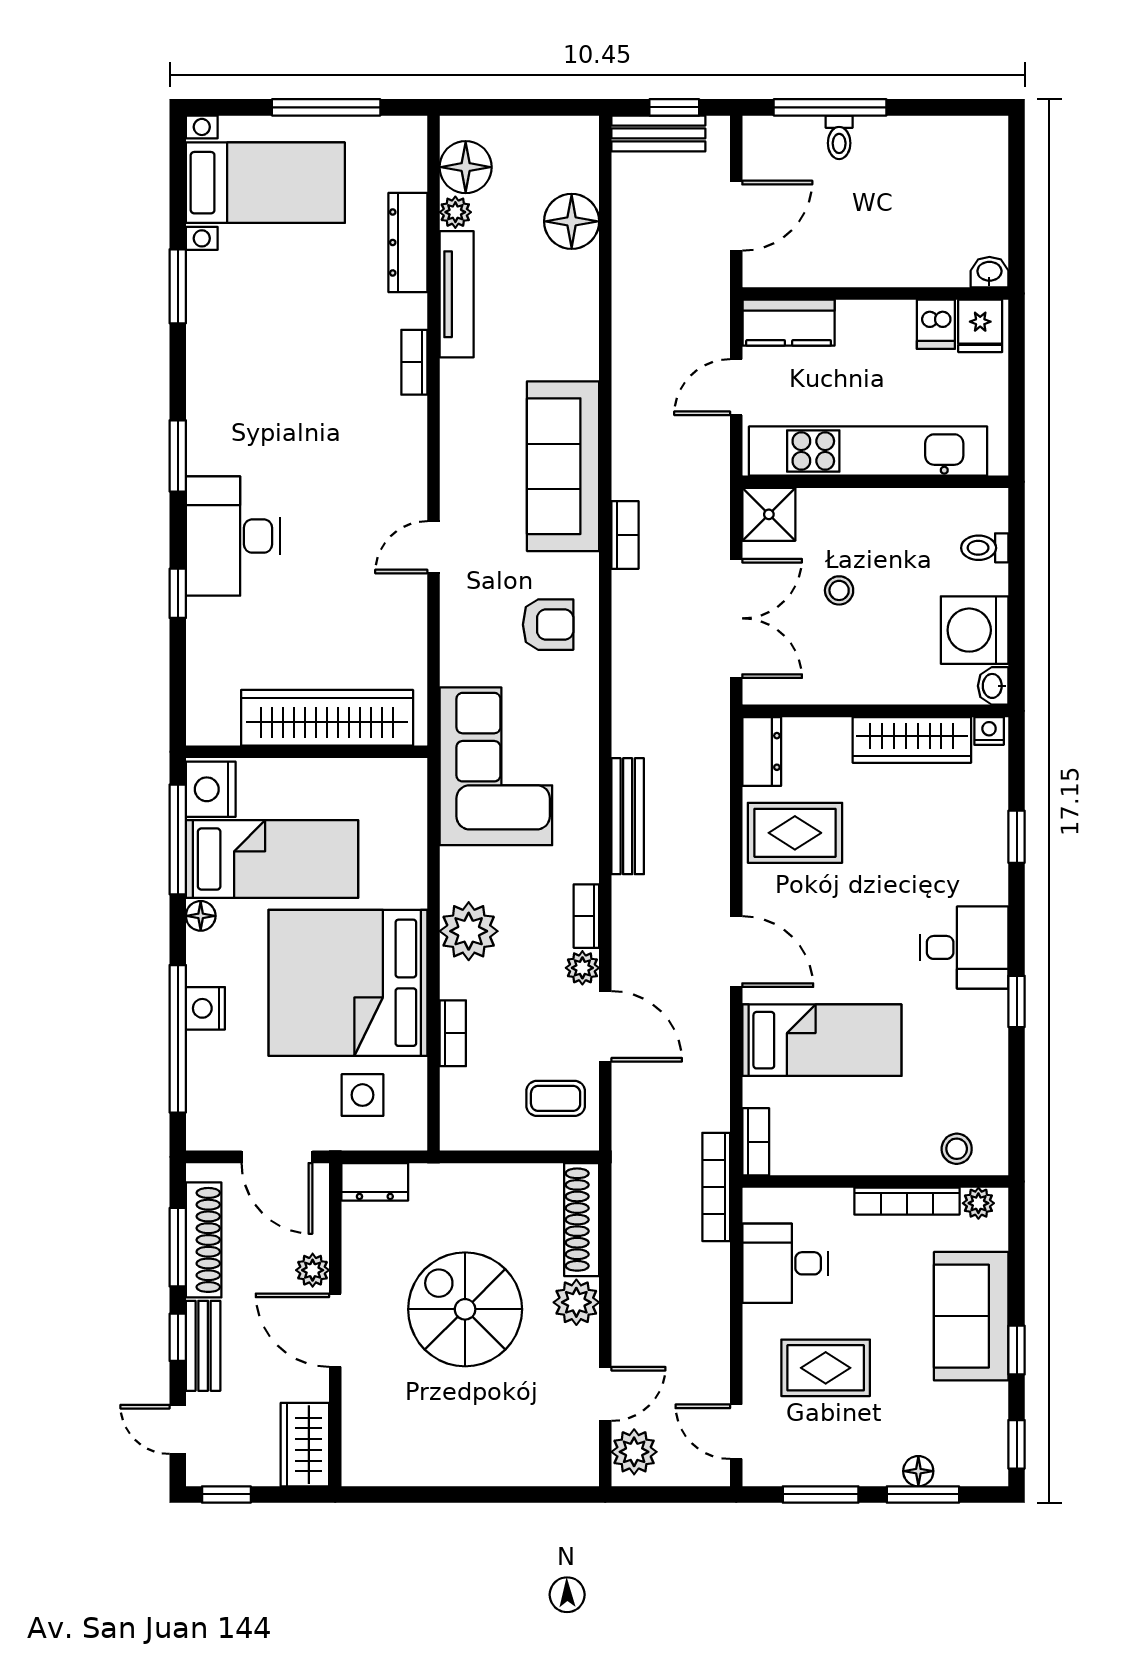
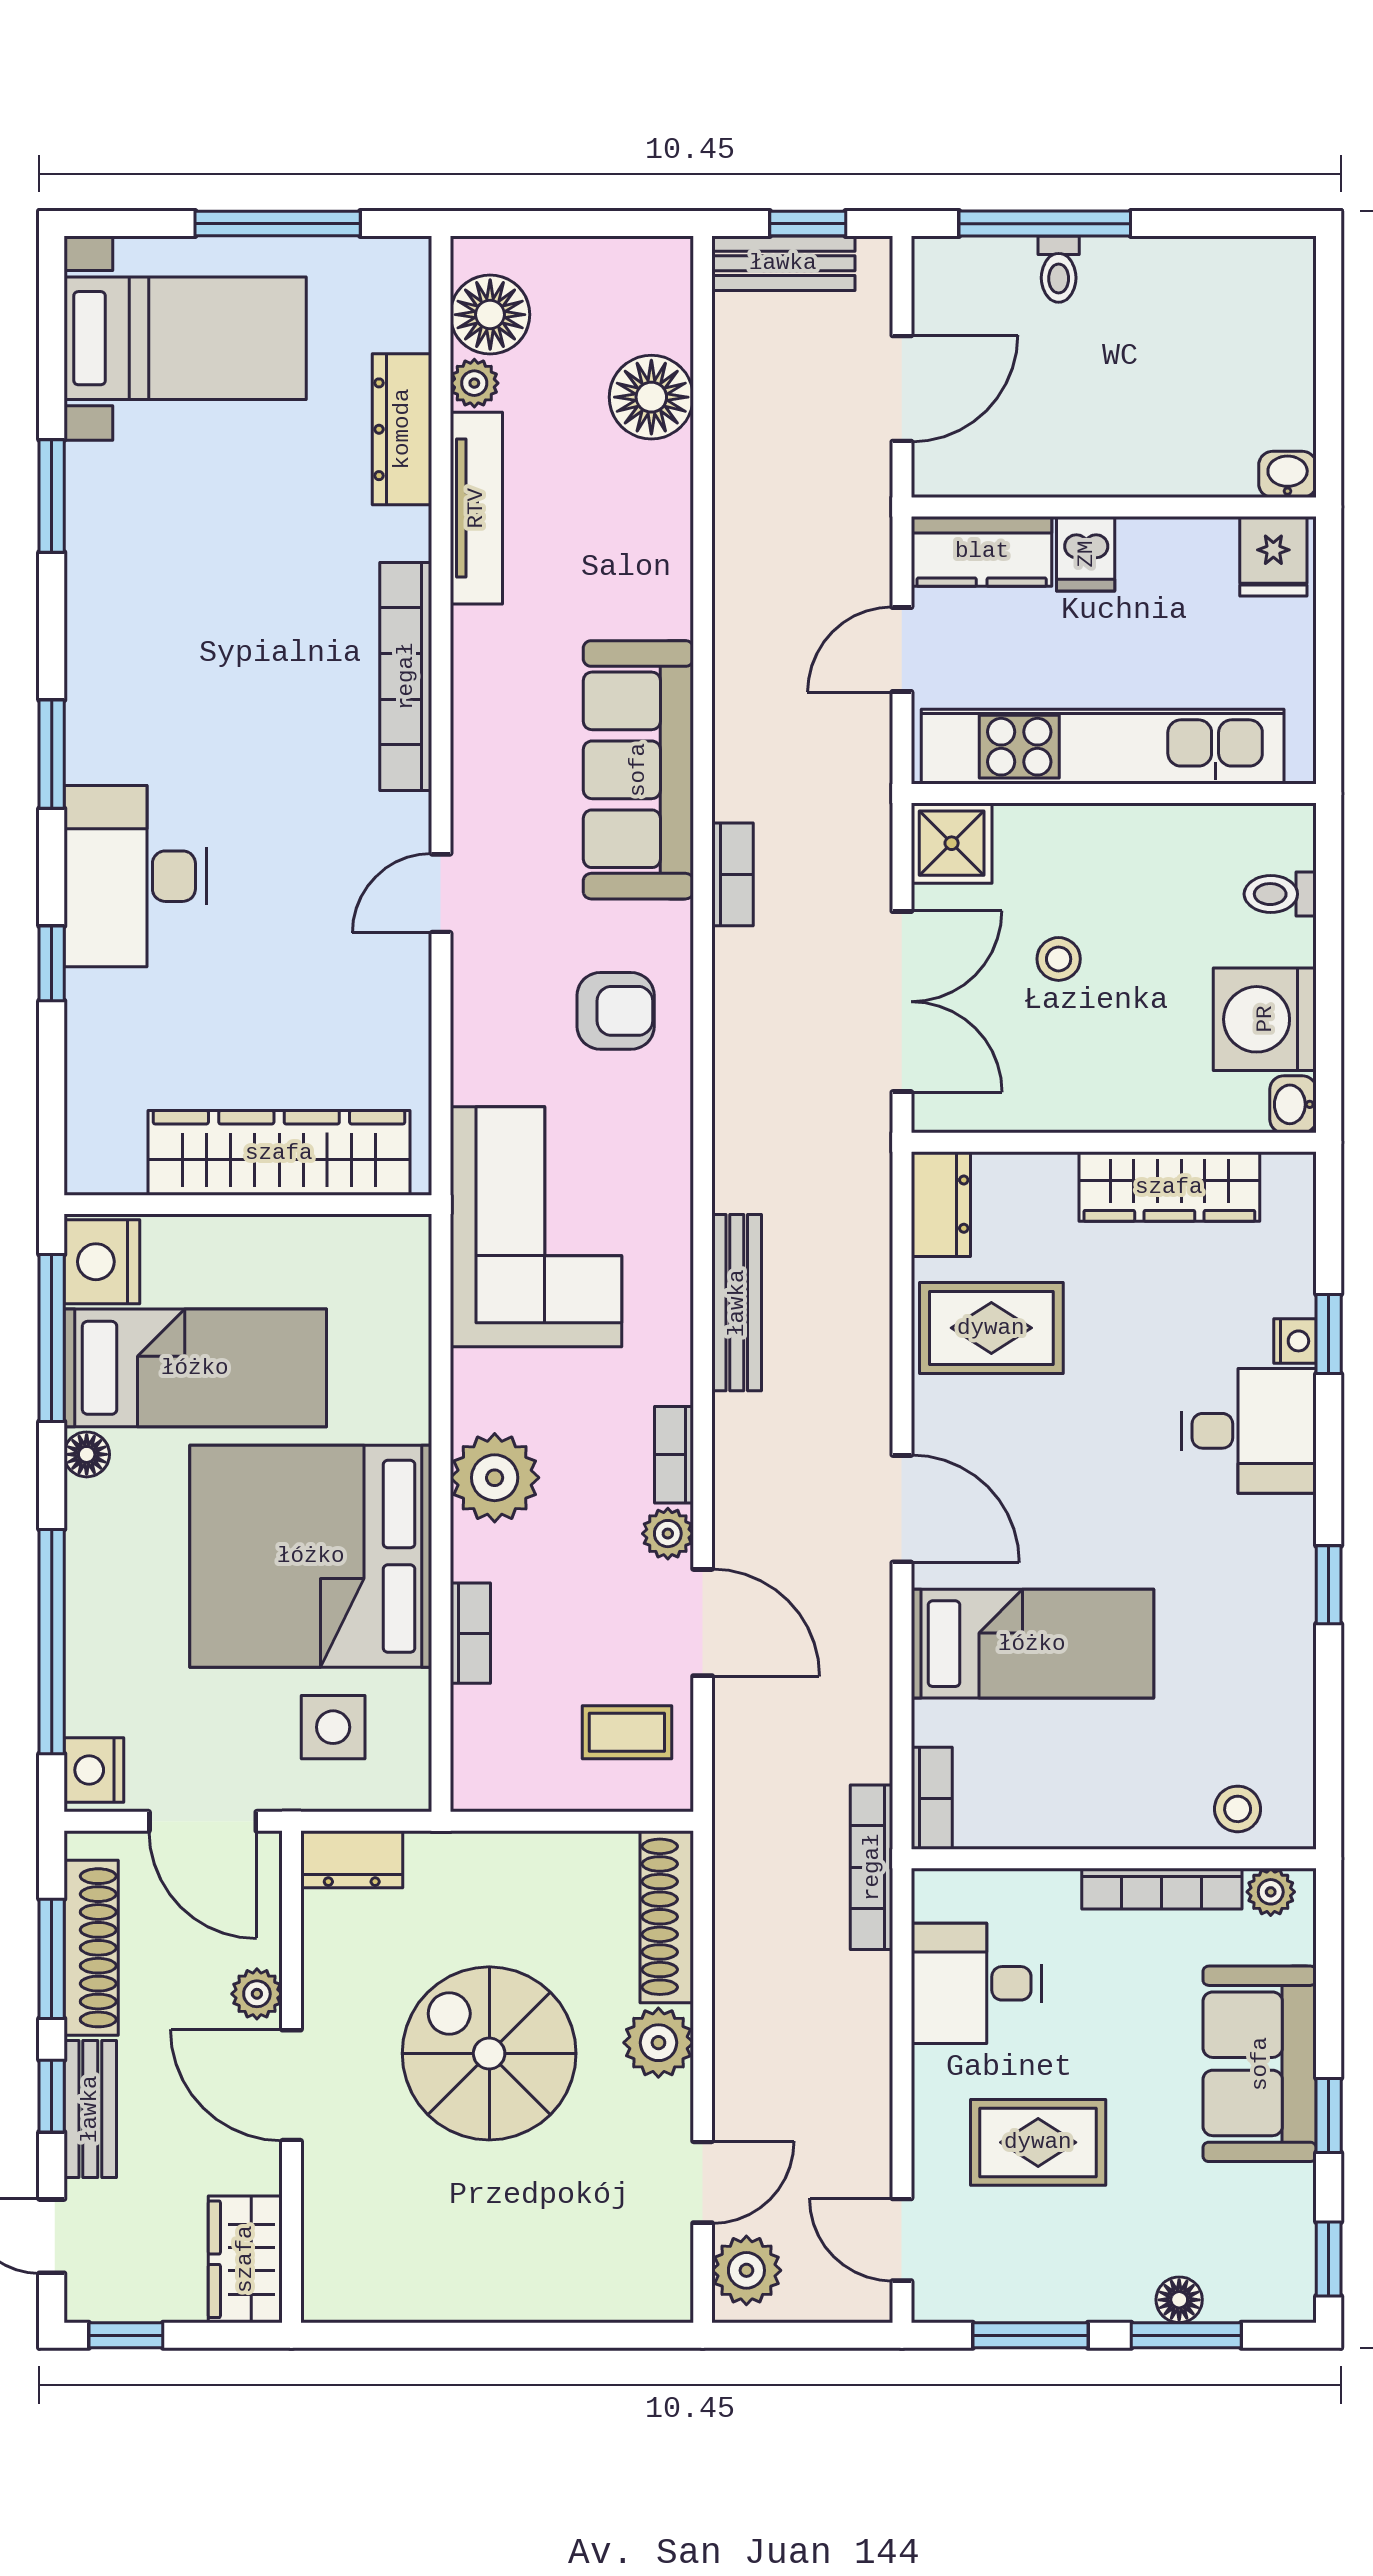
dishwasher: (936, 324) -> (1086, 554), moved
bookcase: (414, 362) -> (406, 676), width x2.31, depth x1.31
nightstand: (989, 731) -> (1295, 1341), moved, turned 90
desk: (964, 947) -> (1249, 1431), moved
nightstand: (205, 1008) -> (94, 1770), moved

